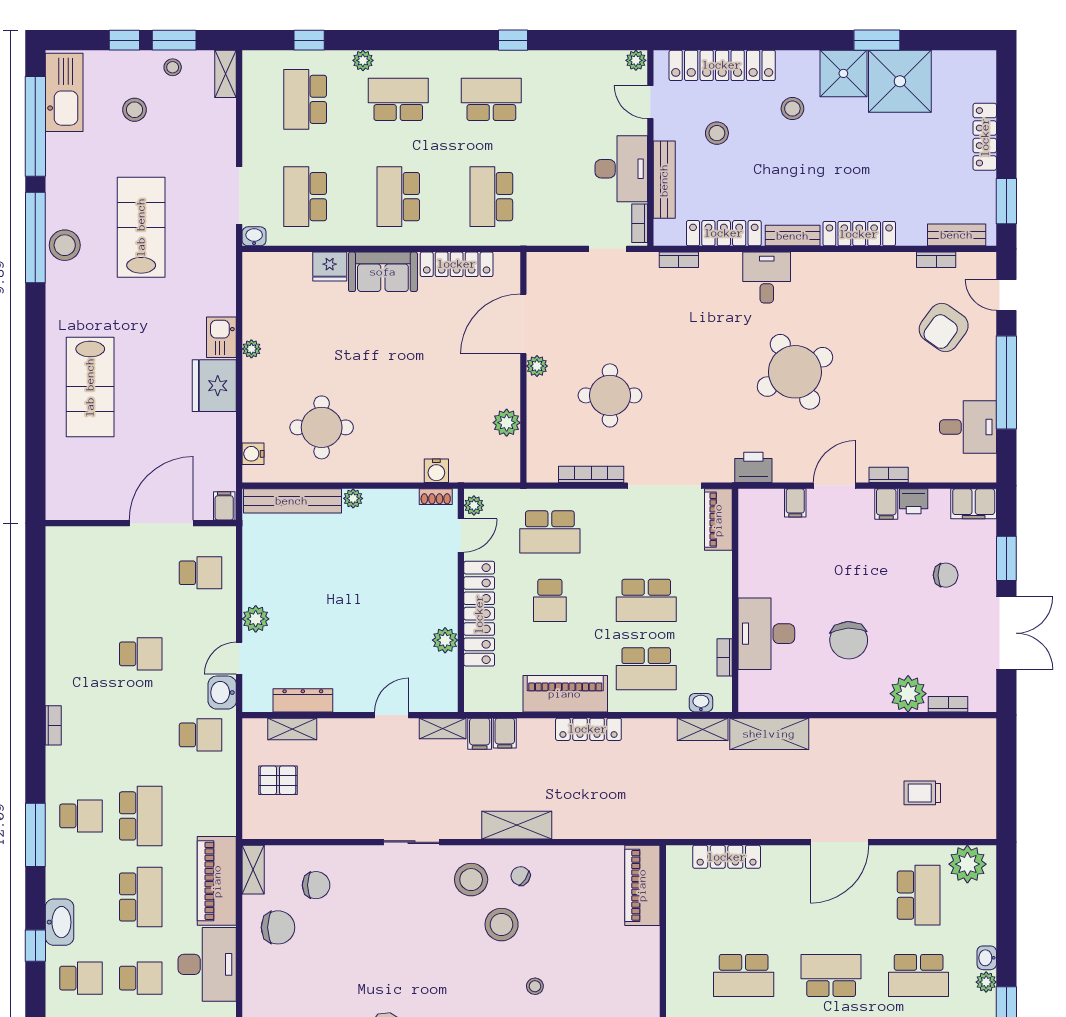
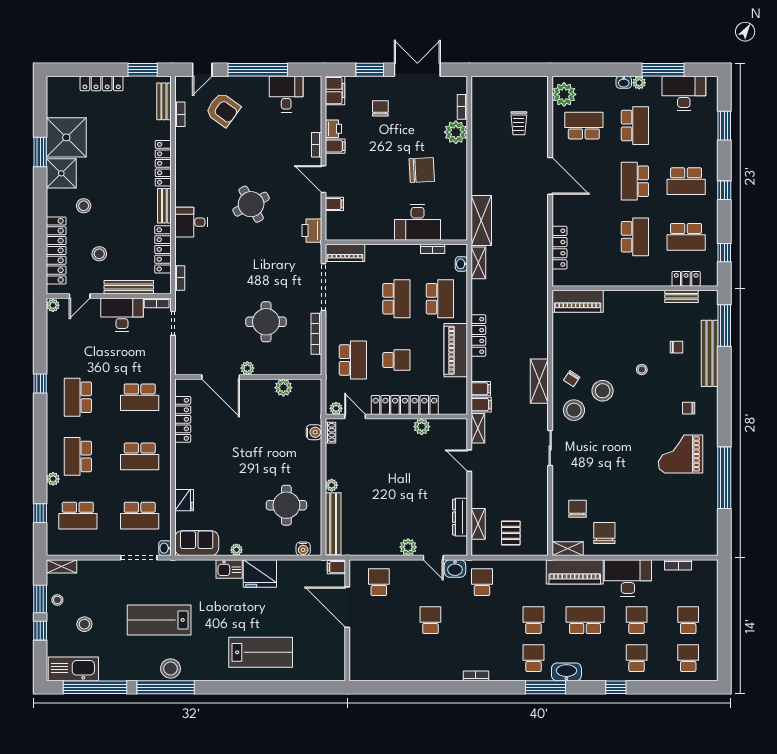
sofa: (383, 272) -> (197, 543), moved, turned -90
round table: (795, 372) -> (251, 204), width x0.73, depth x0.73
school desk: (141, 816) -> (533, 620), width x0.54
washbasin: (59, 922) -> (566, 672), moved

